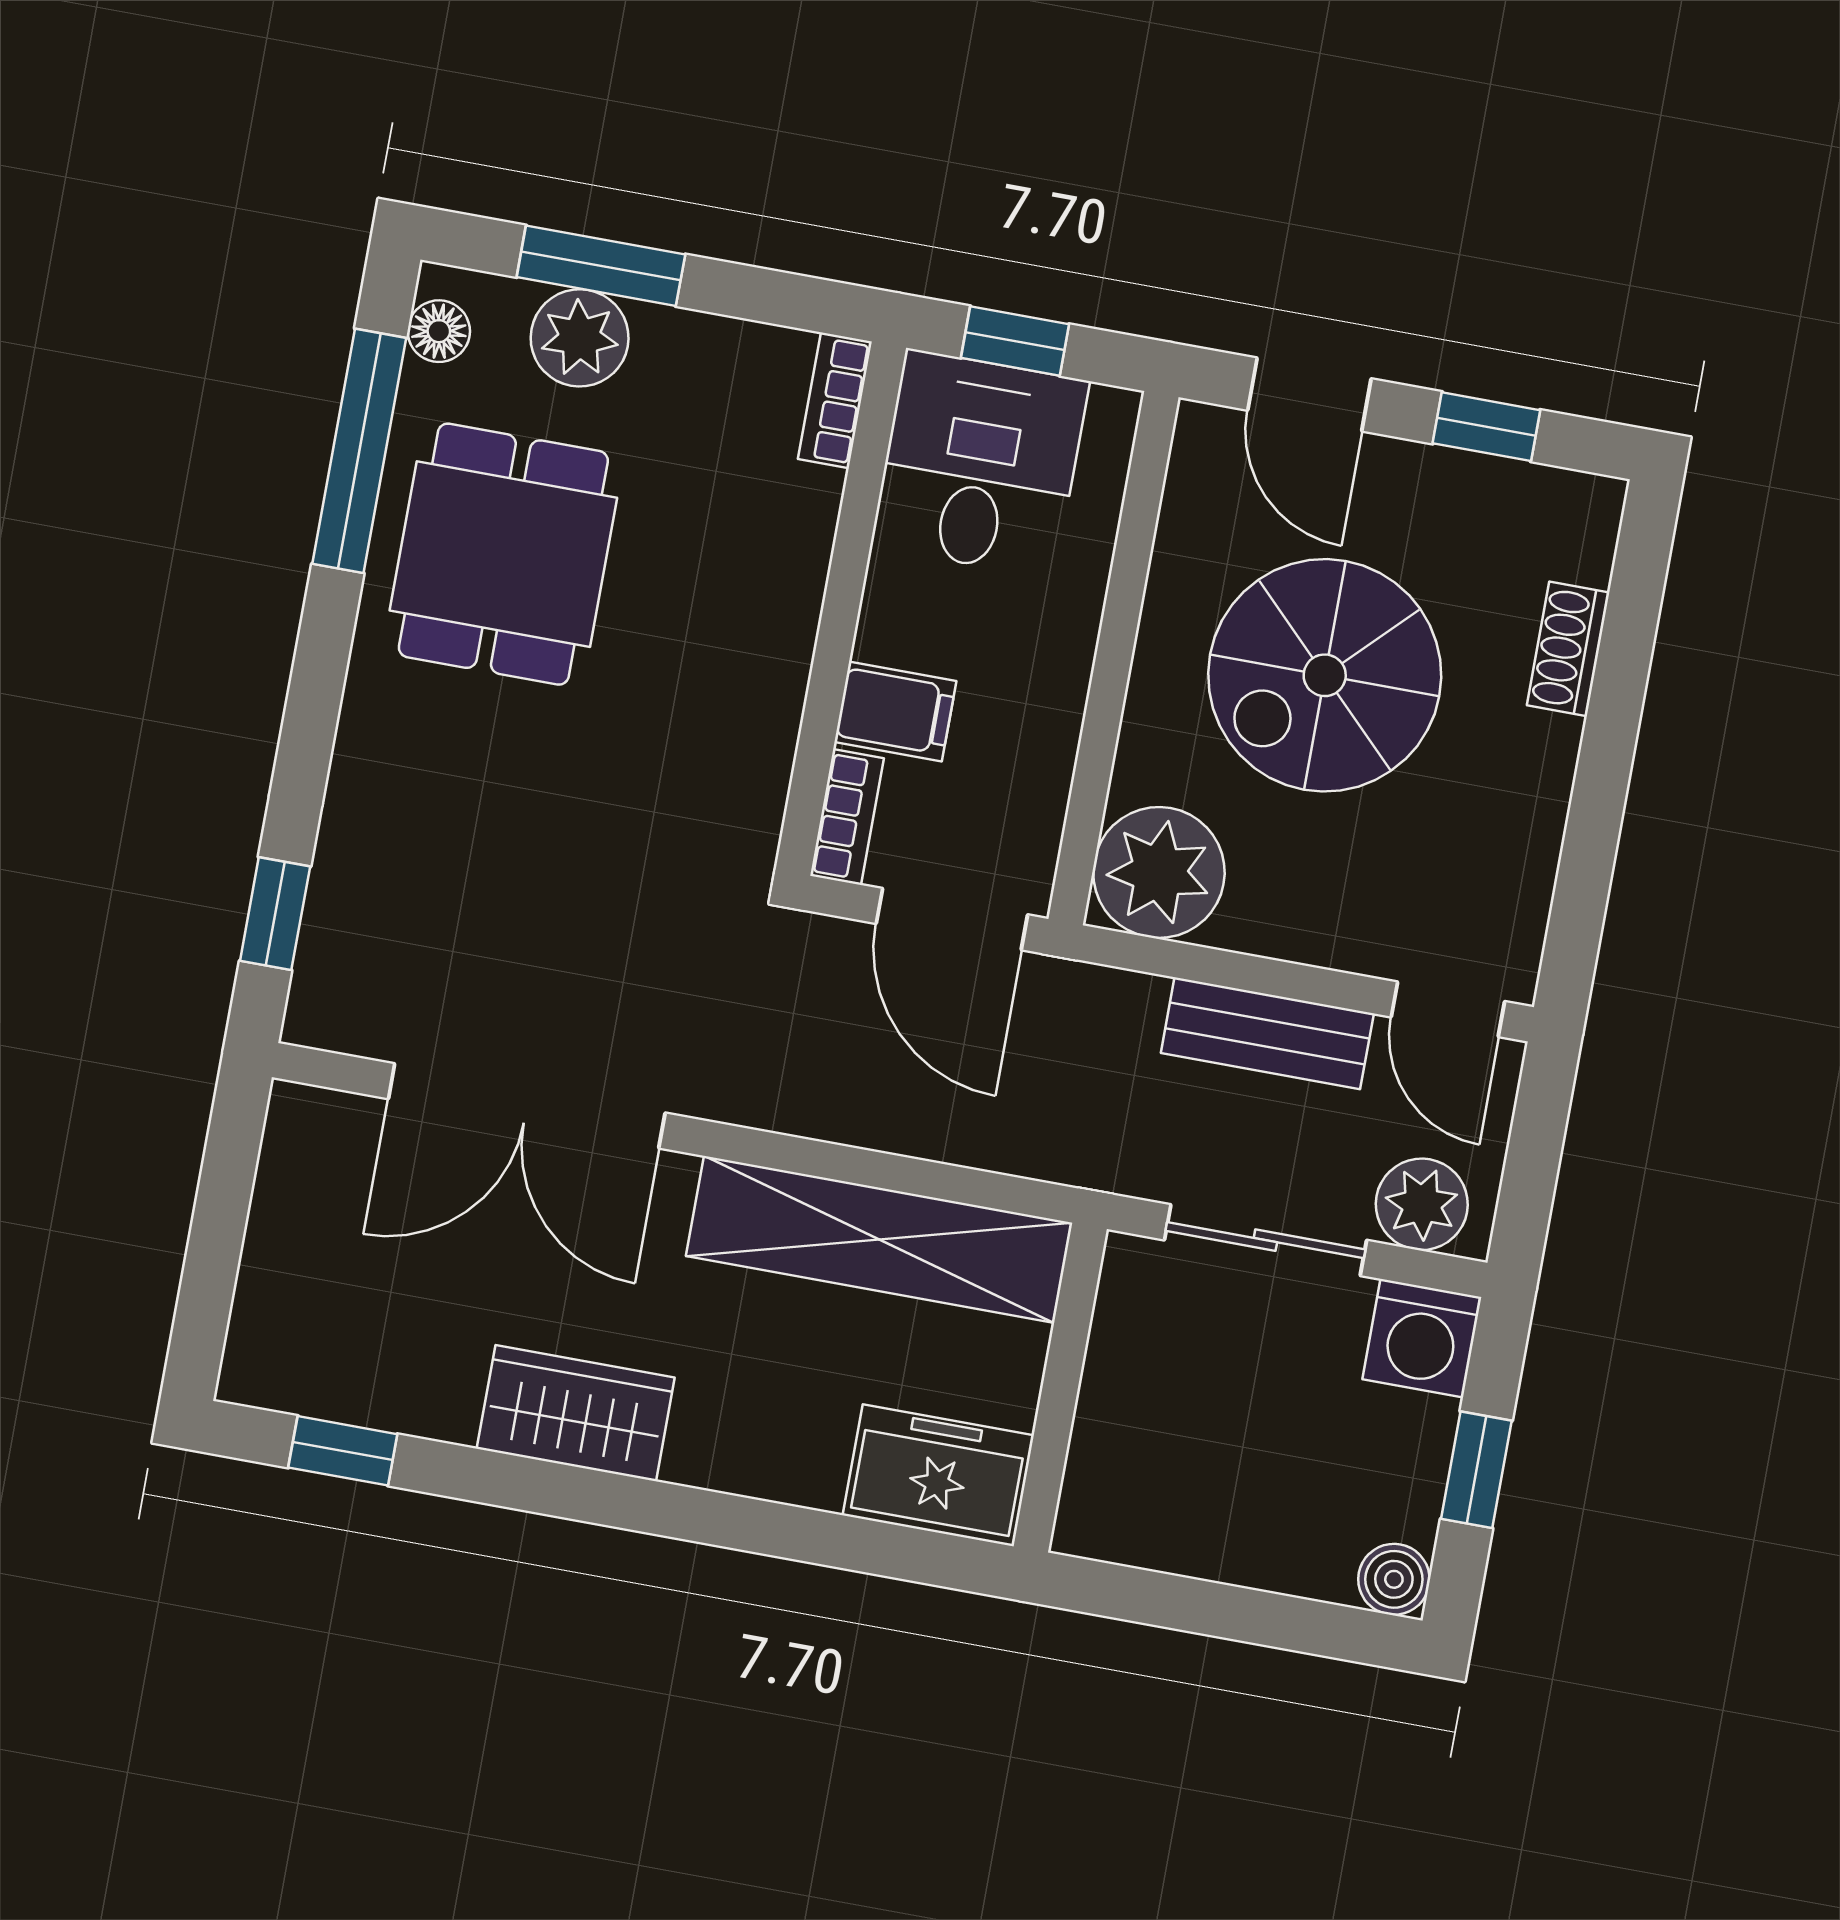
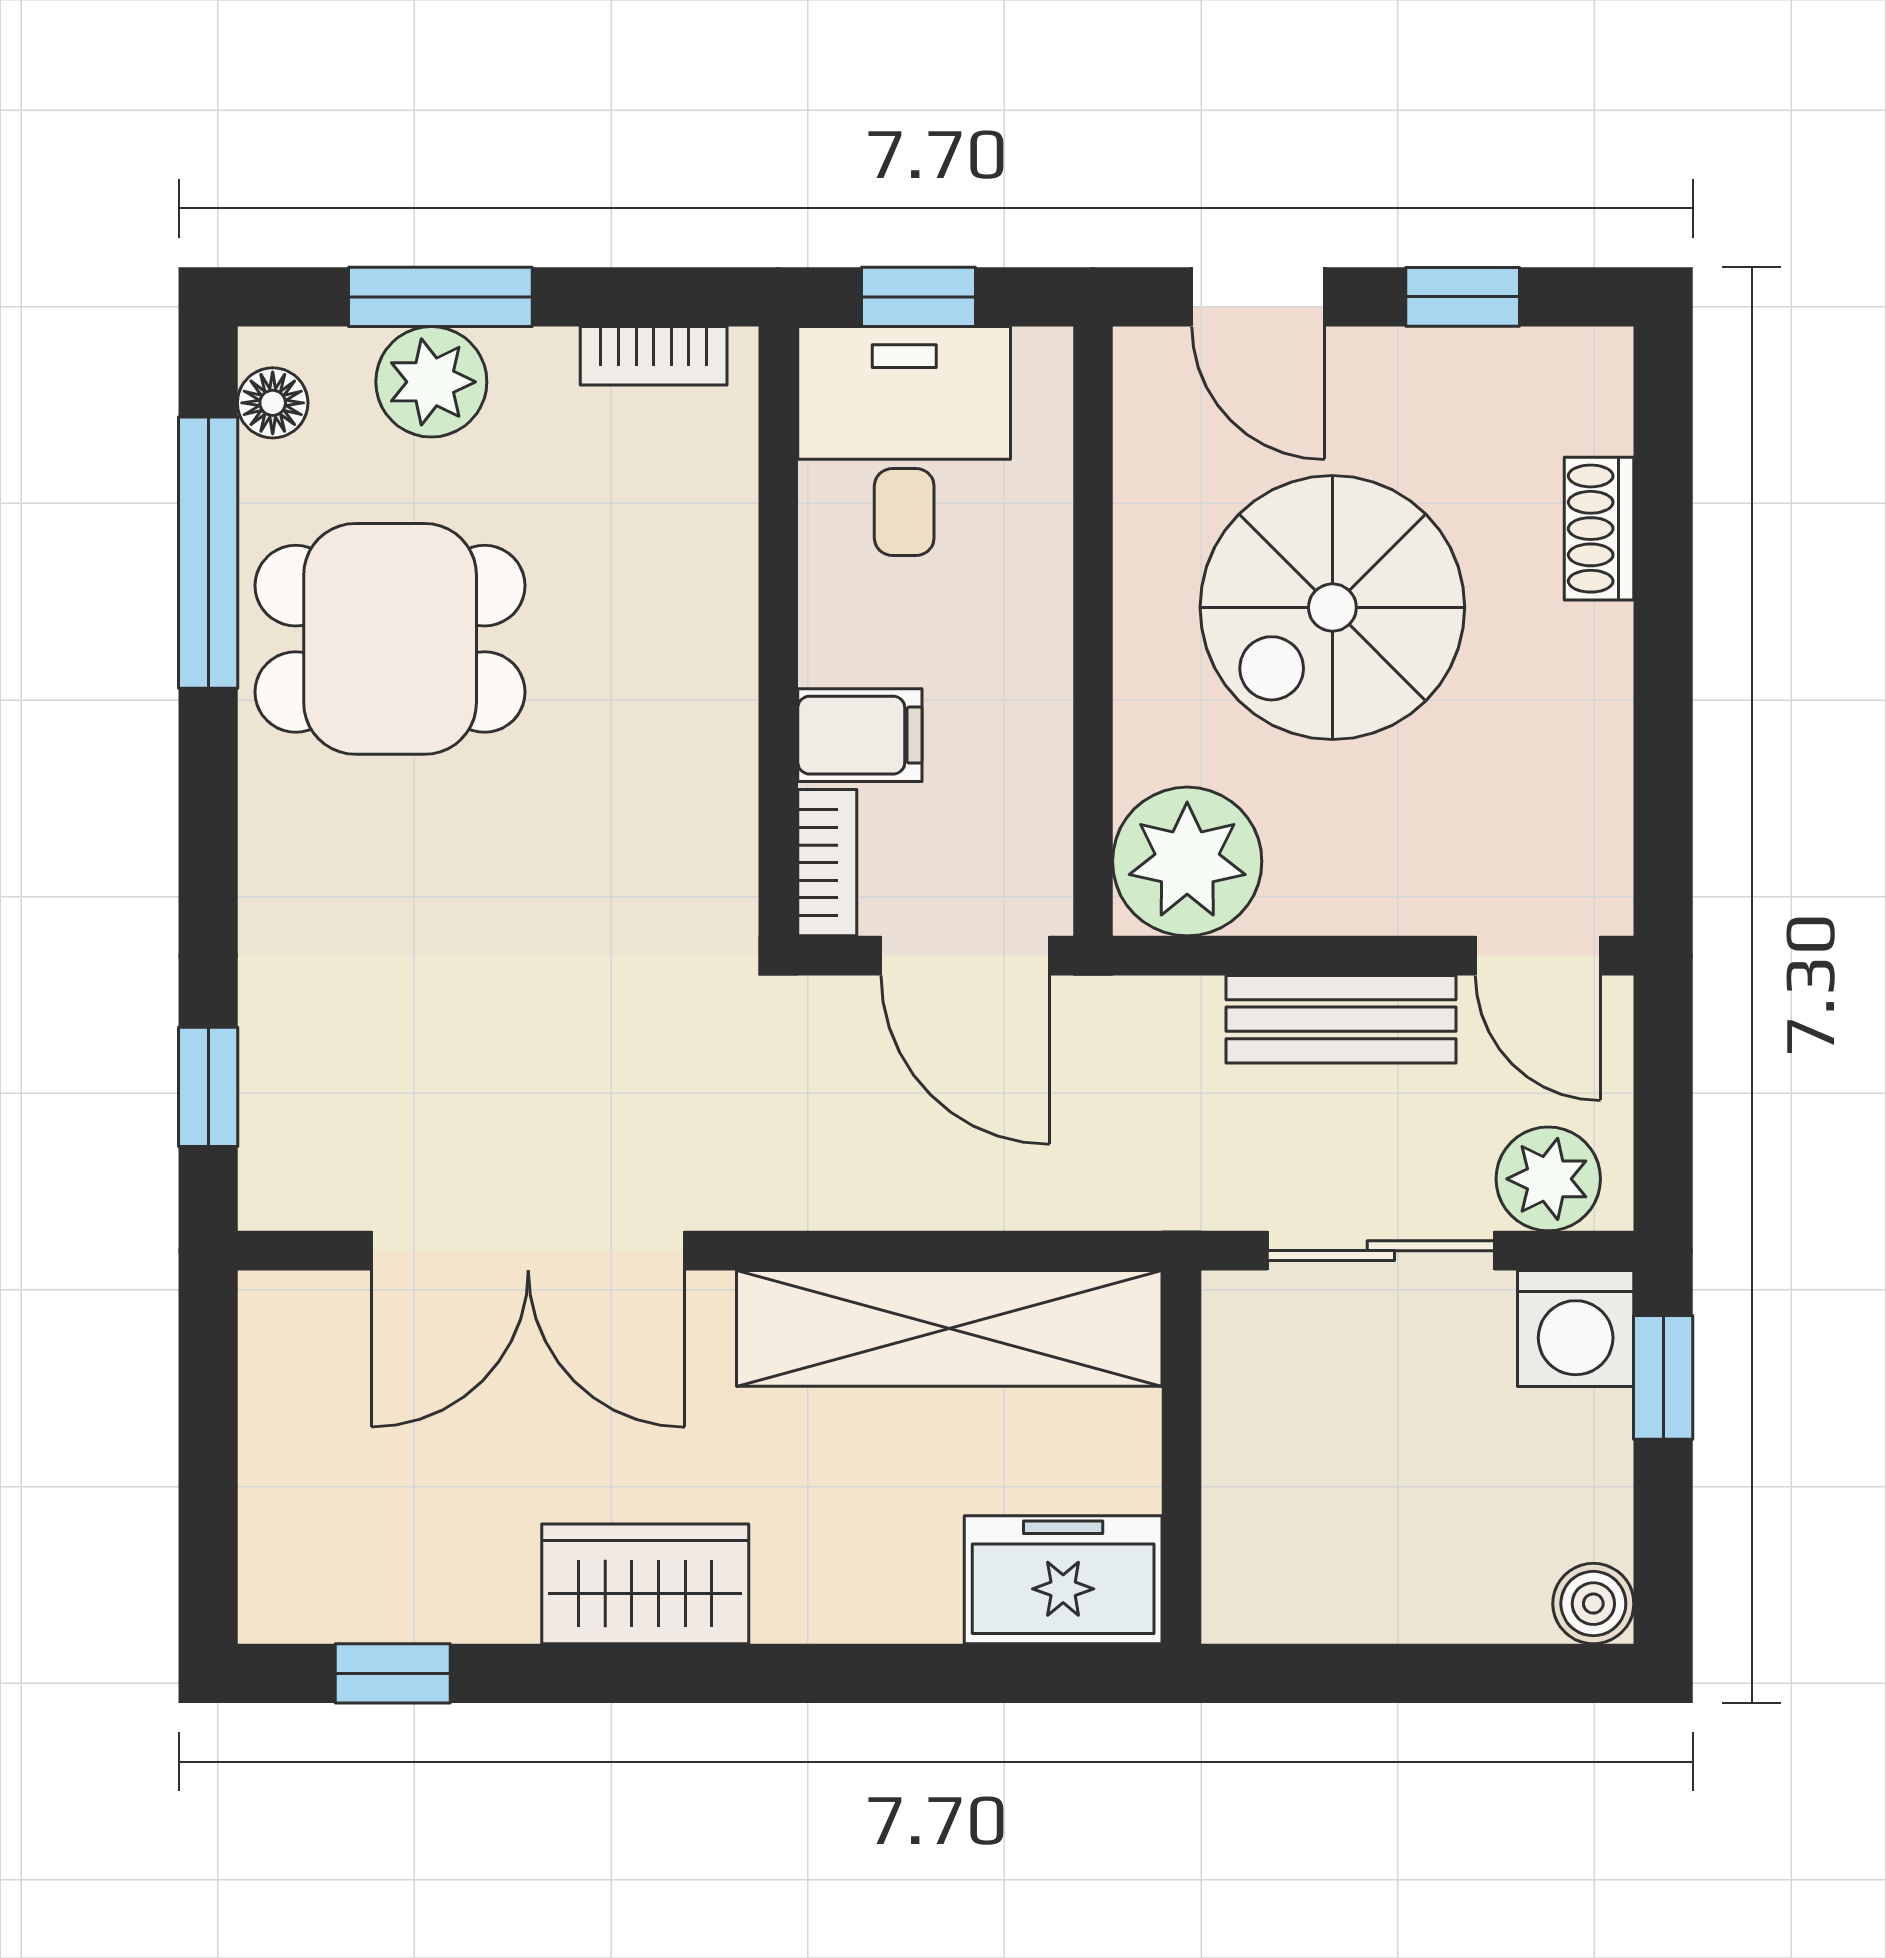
bookcase: (835, 400) -> (654, 356), moved, turned -90
dining table: (503, 554) -> (390, 639), turned 90
window: (1476, 1470) -> (1663, 1377), moved

